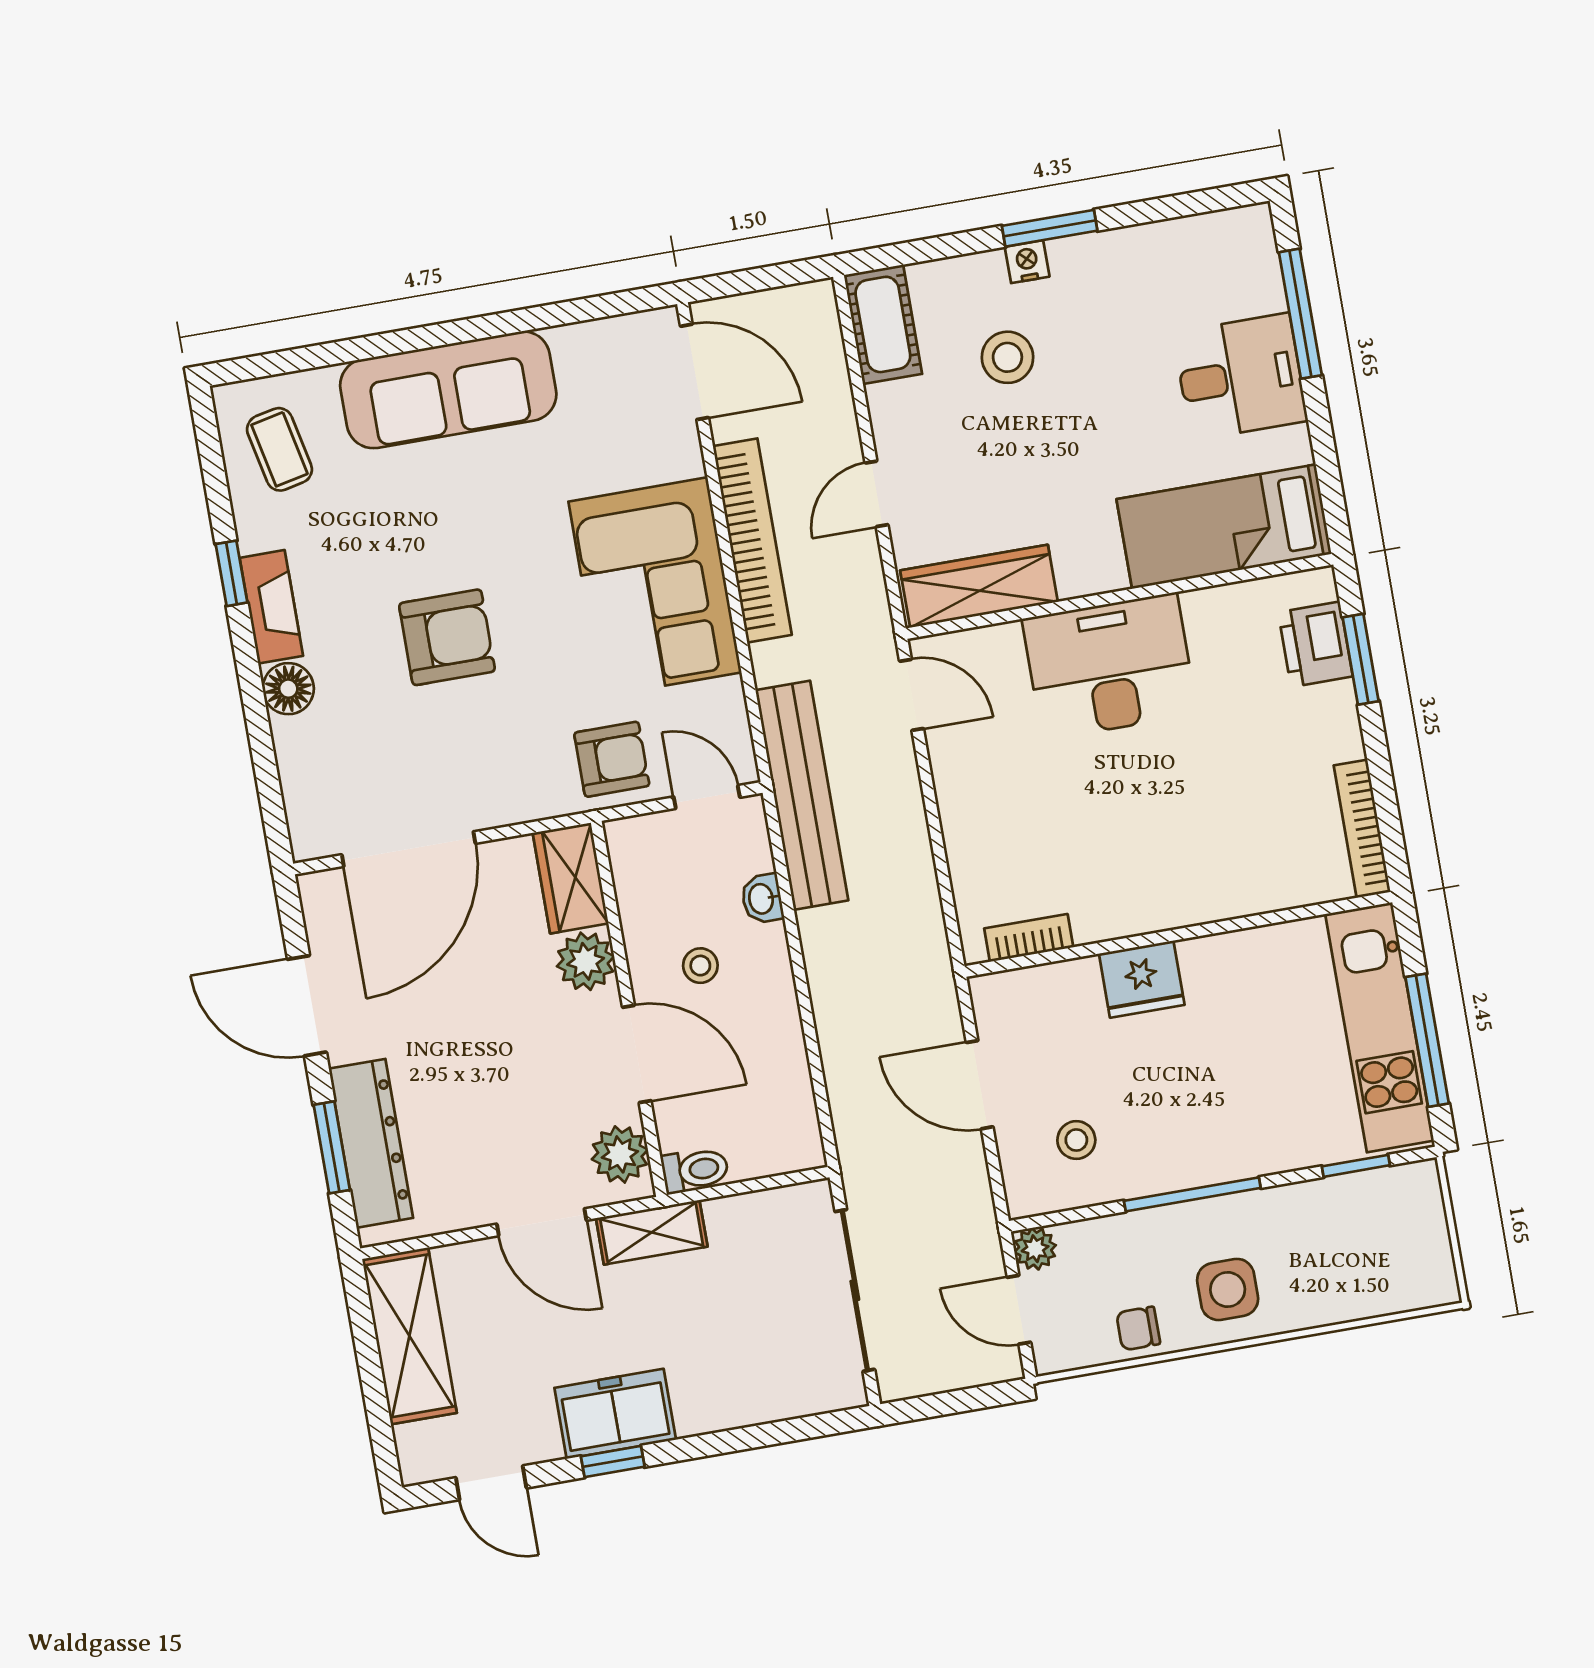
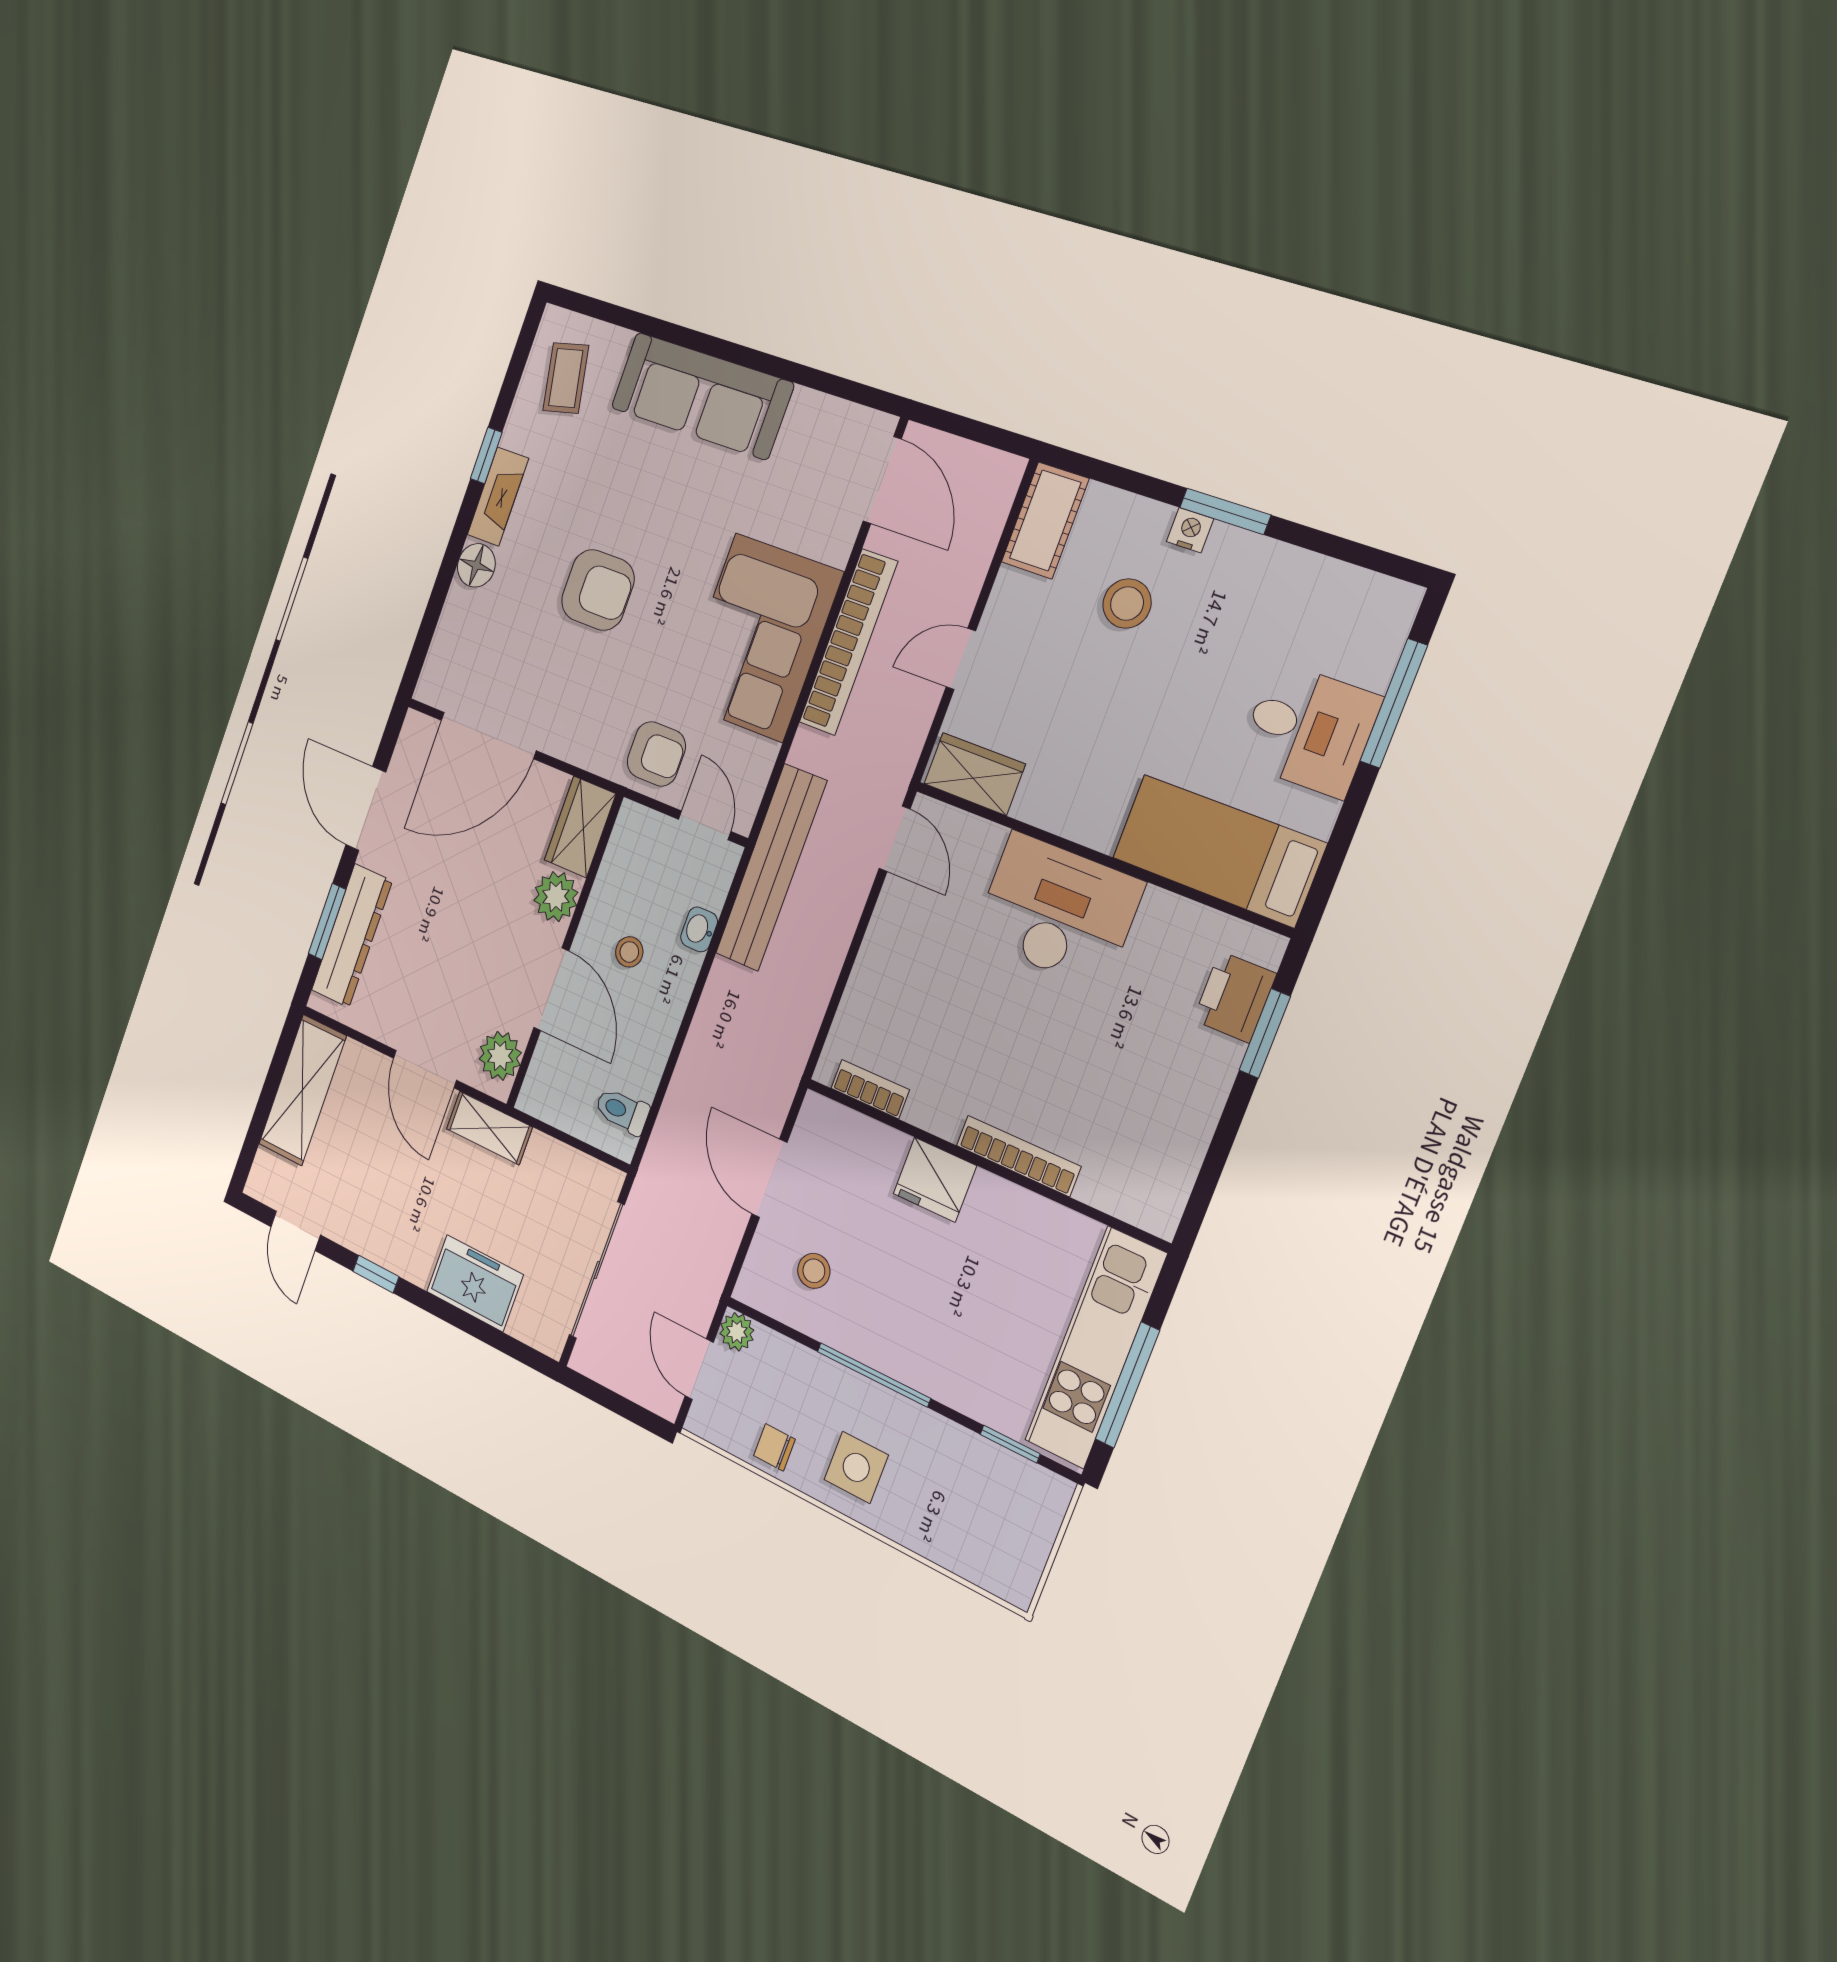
wardrobe: (979, 586) -> (974, 774), width x0.67
bookcase: (1362, 829) -> (1018, 1156), moved, turned 90
toilet: (695, 1170) -> (622, 1111), moved, turned 180
freezer: (615, 1414) -> (475, 1283), moved

